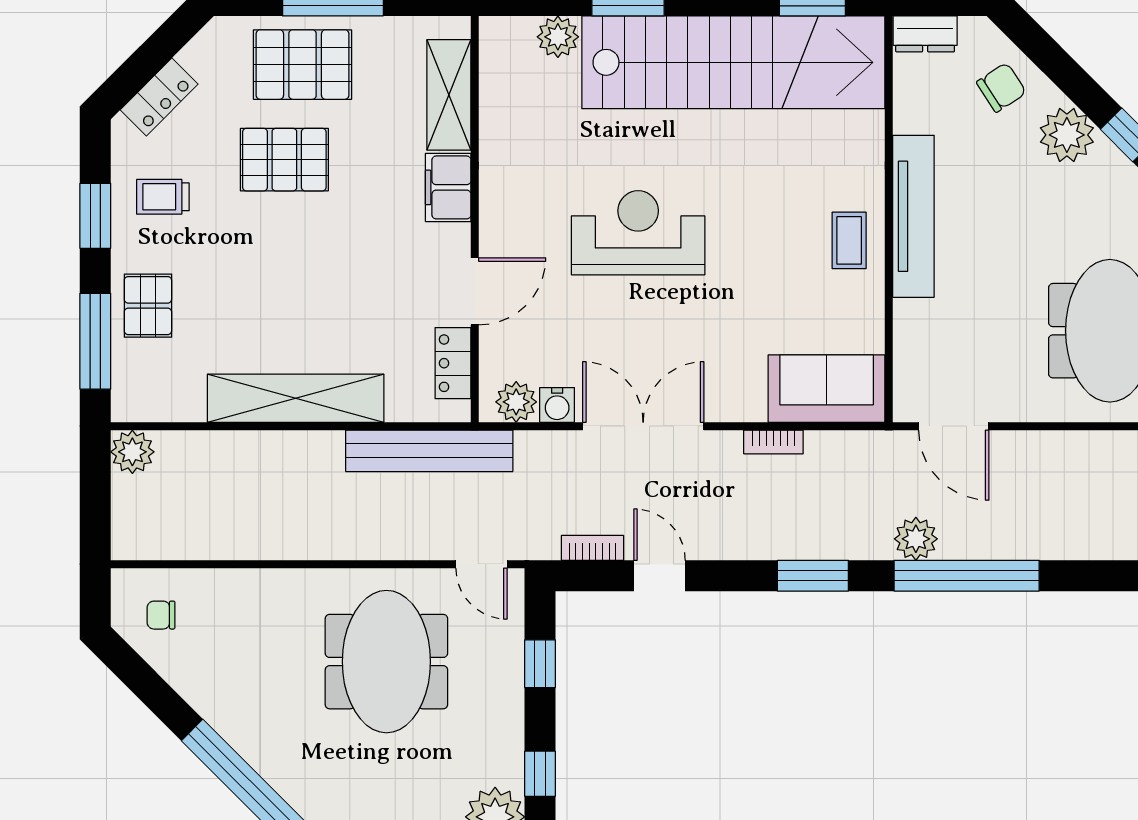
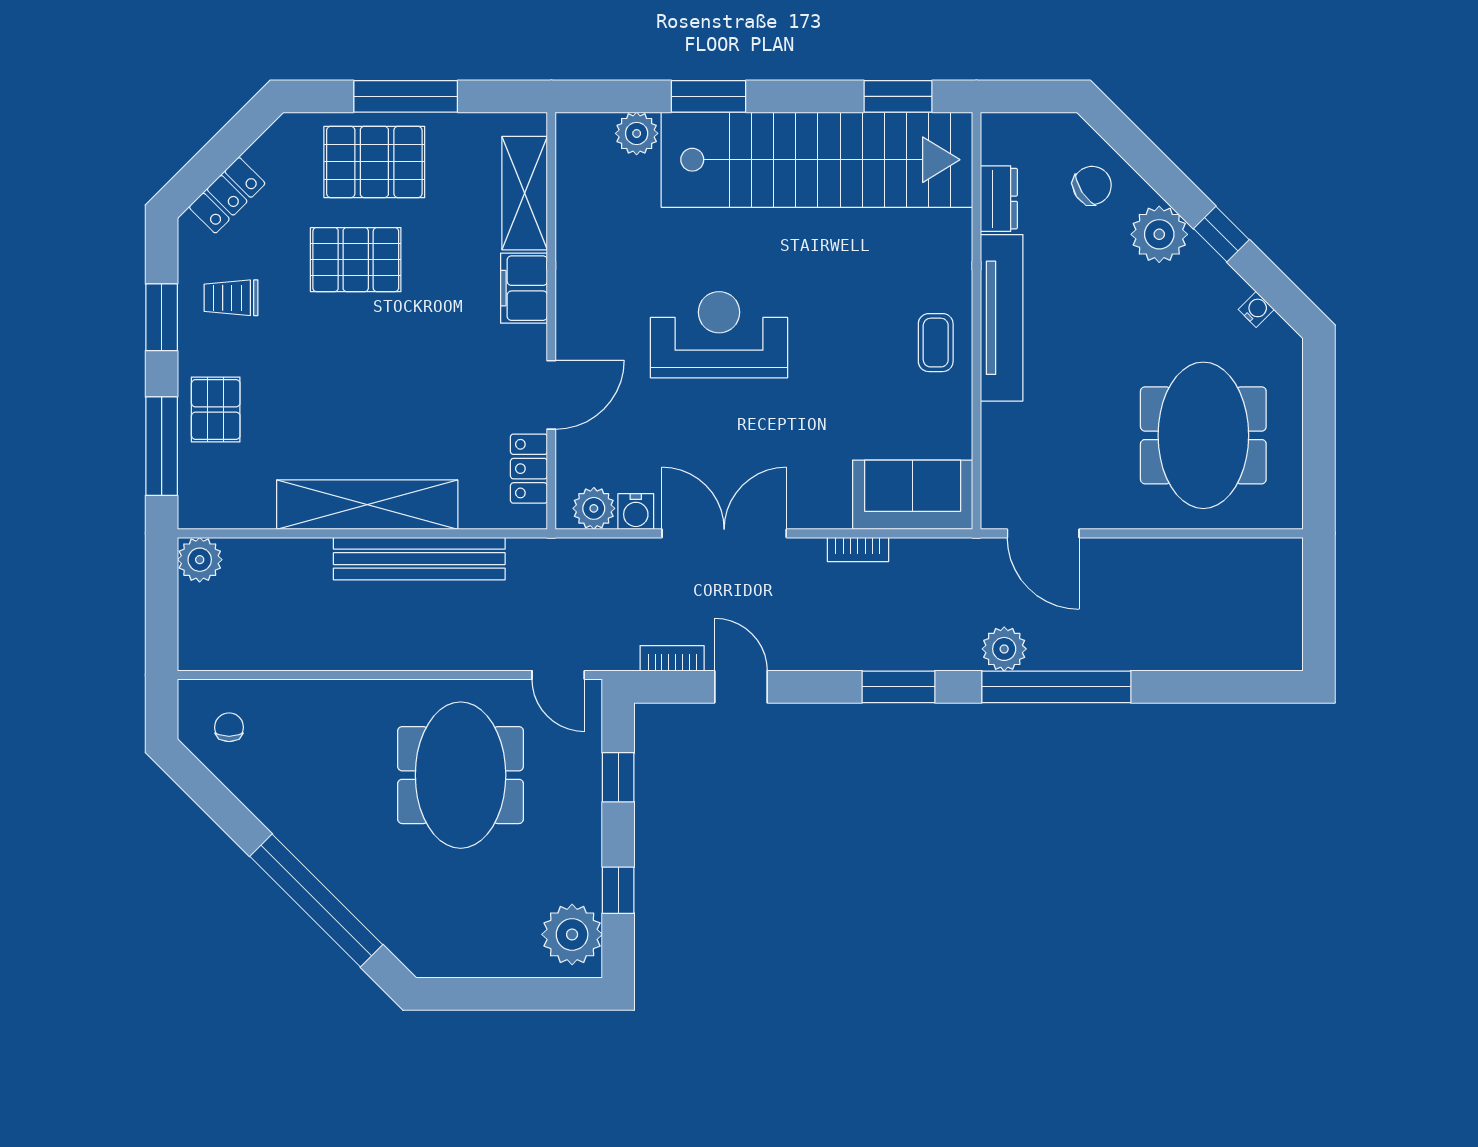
dresser: (925, 34) -> (999, 199), moved, turned -90
bench: (429, 451) -> (419, 559), moved
chair: (161, 615) -> (229, 727), turned 90

